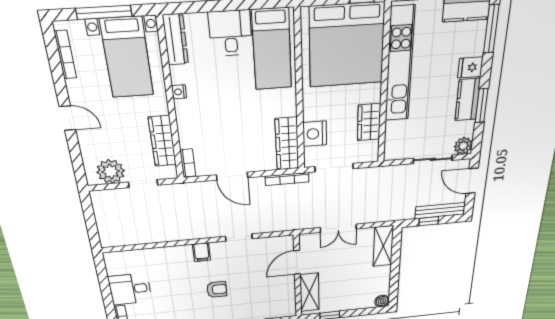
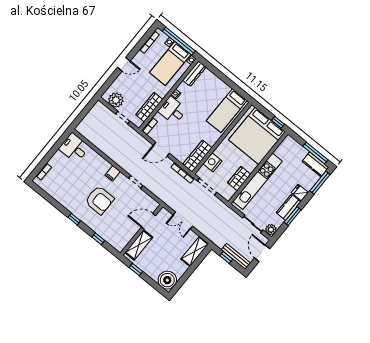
window: (104, 12) -> (179, 41), width x1.46
desk: (230, 33) -> (172, 110), moved, turned -90
kitchen unit: (400, 65) -> (258, 181), moved
door: (68, 118) -> (124, 64), hinge flipped
door: (232, 176) -> (161, 149), hinge flipped
desk: (130, 289) -> (74, 148), moved
armchair: (217, 289) -> (99, 200), width x1.88, depth x1.88
boiler: (382, 301) -> (167, 280), width x1.86, depth x1.86

